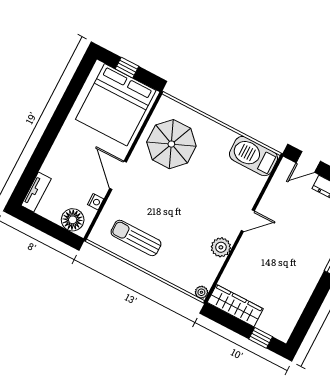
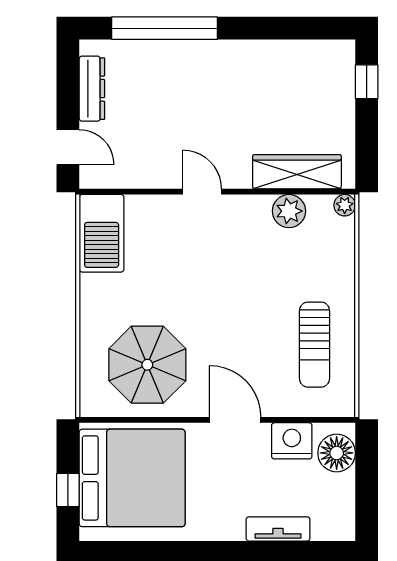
door: (118, 175) -> (235, 420), swing flipped
tv unit: (36, 192) -> (278, 529), moved
nightstand: (96, 202) -> (292, 441), width x1.89, depth x1.79
plant: (221, 247) -> (289, 211), moved
wardrobe: (235, 306) -> (297, 172), moved, turned 90

